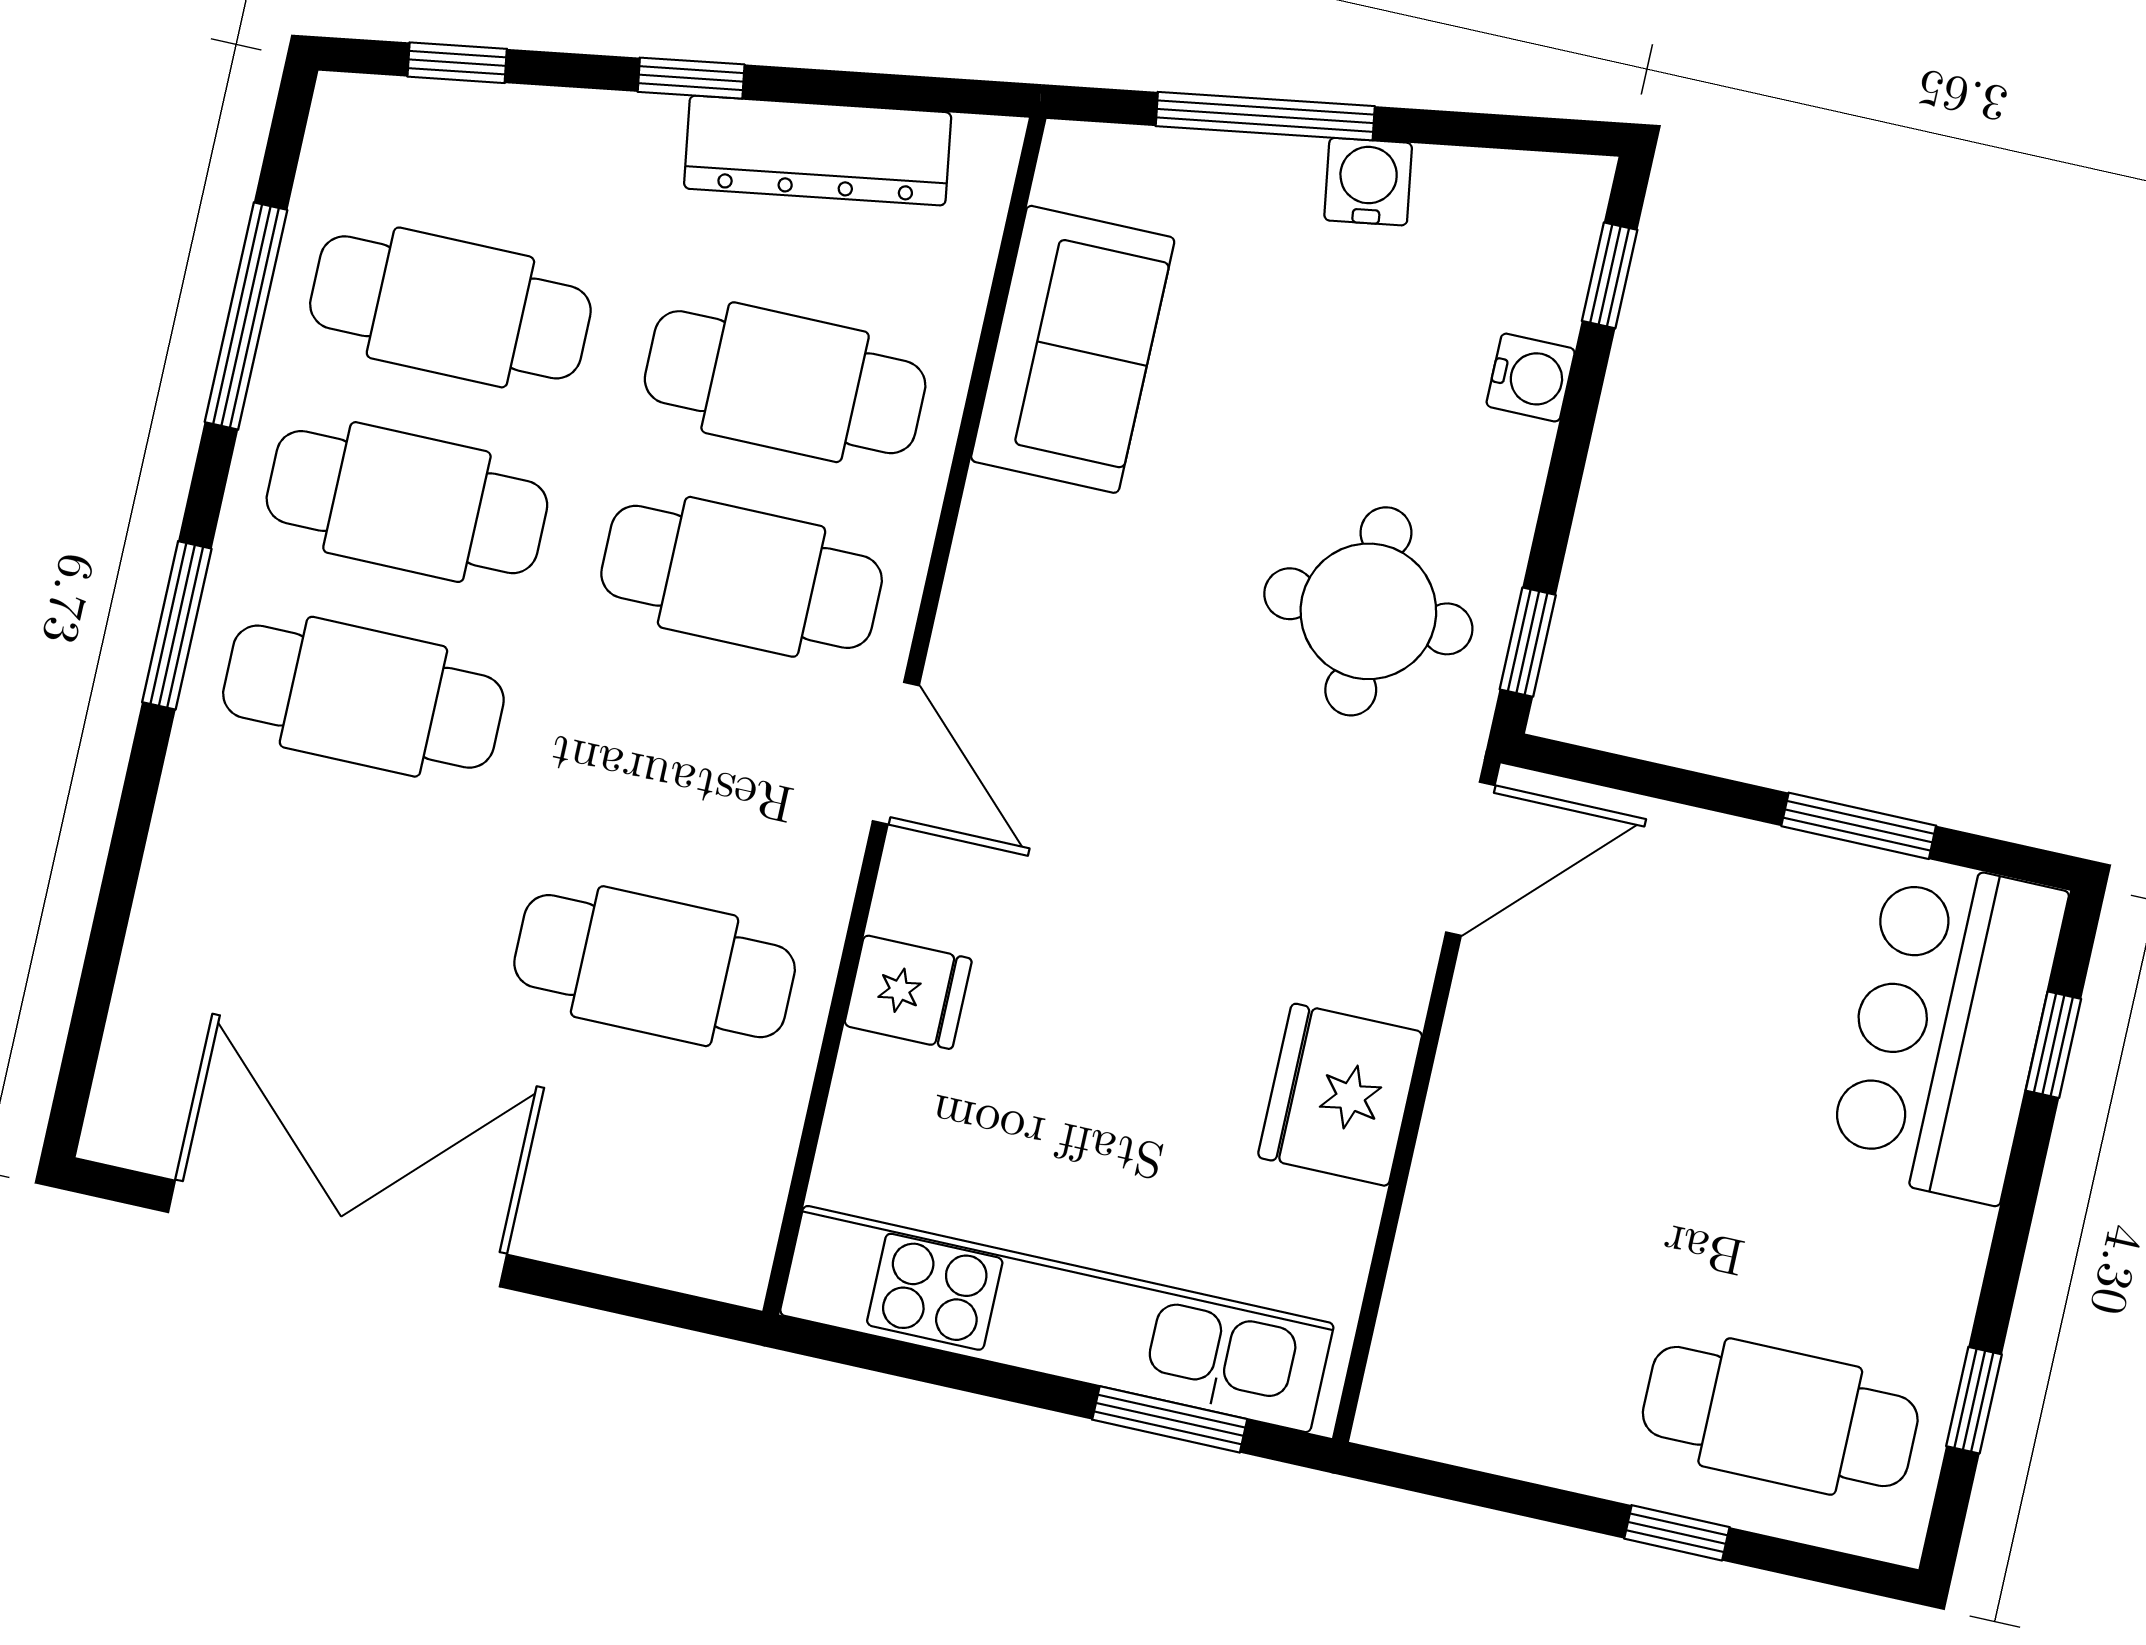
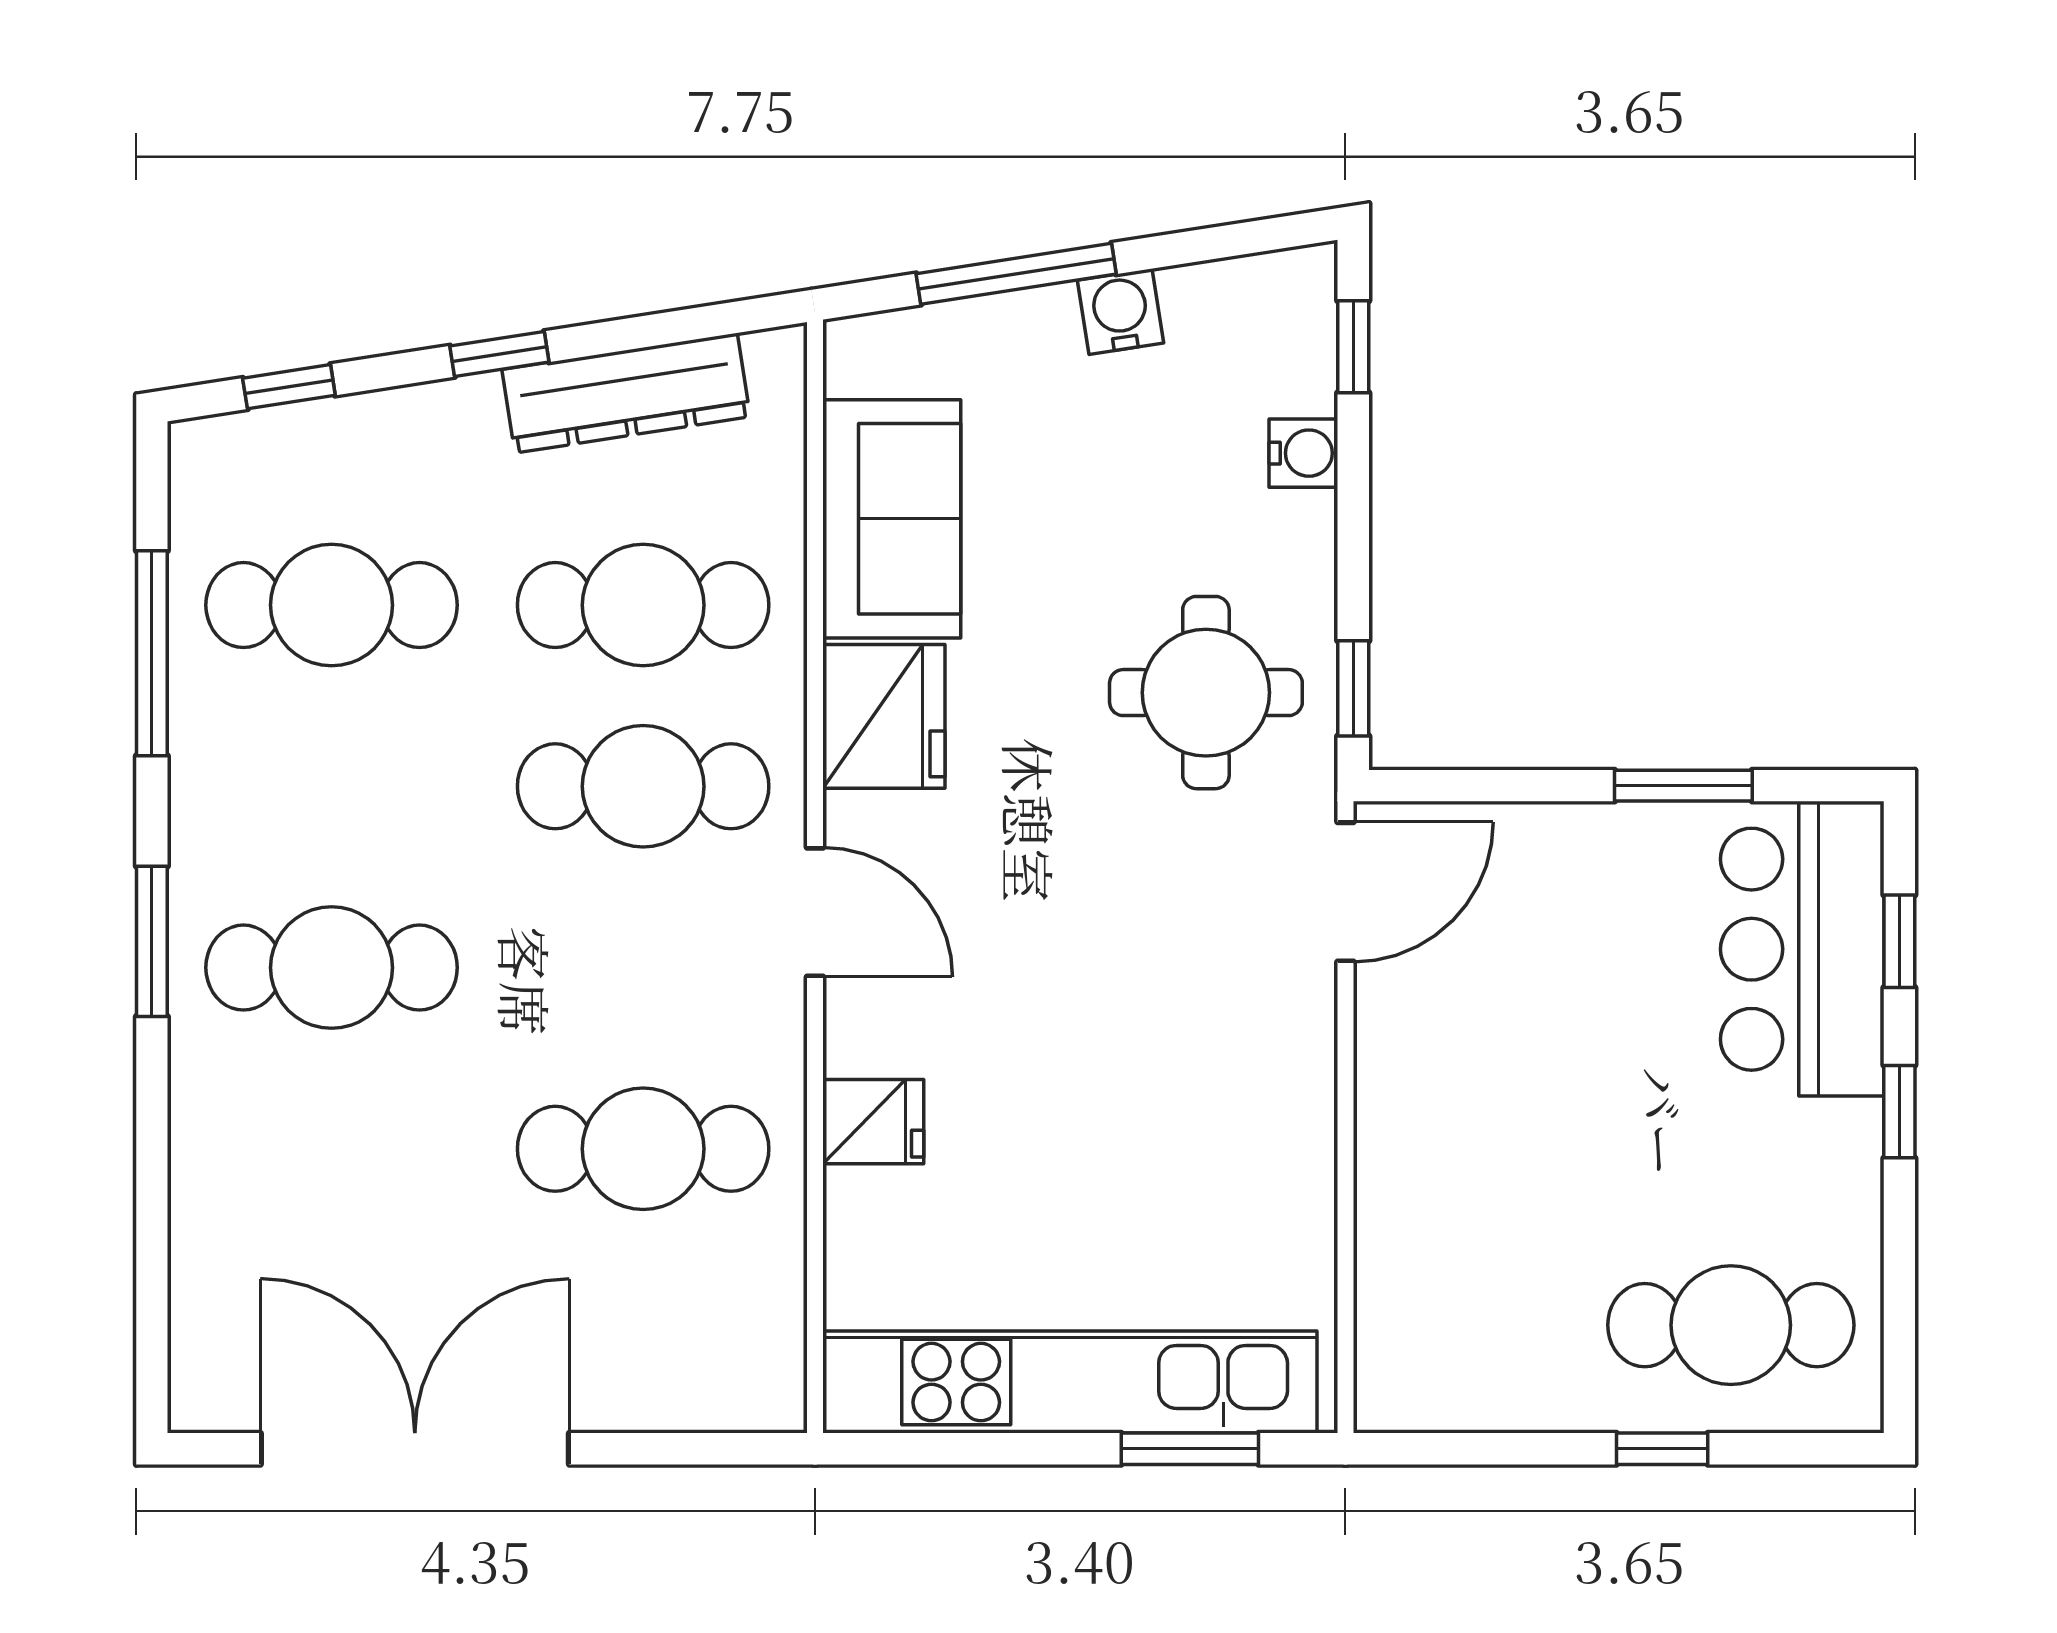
cafe table: (407, 502) -> (332, 786), removed
fridge: (1340, 1095) -> (884, 716), moved, turned 180
window: (1974, 1400) -> (1899, 1112), moved

